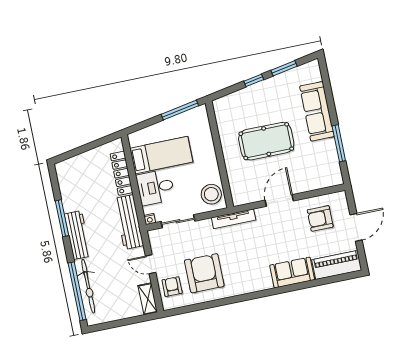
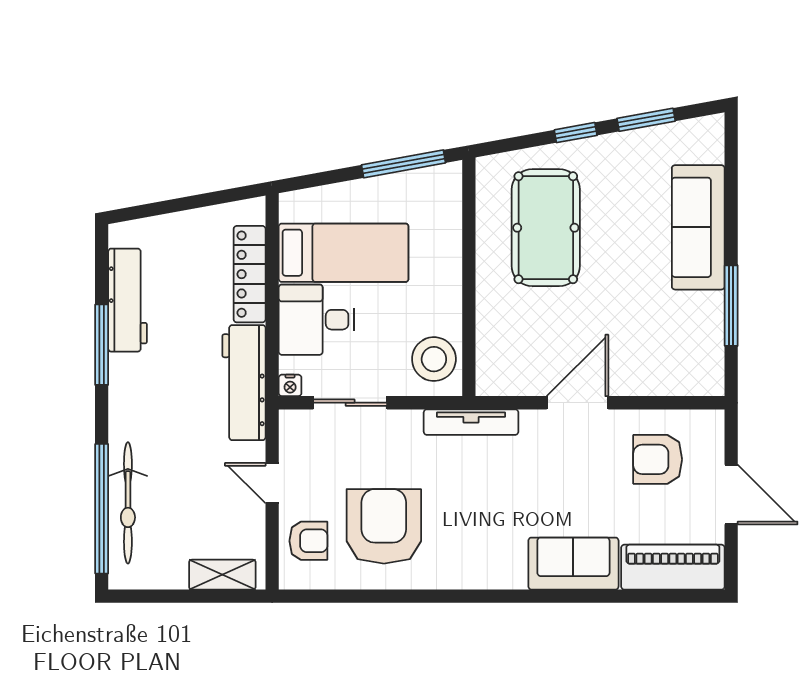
pool table: (266, 141) -> (546, 228), moved, turned 90
door: (356, 227) -> (731, 495), hinge flipped
workbench: (77, 235) -> (128, 300), moved
armchair: (172, 287) -> (308, 541), turned 90
shelving: (148, 299) -> (222, 575), moved, turned 90

